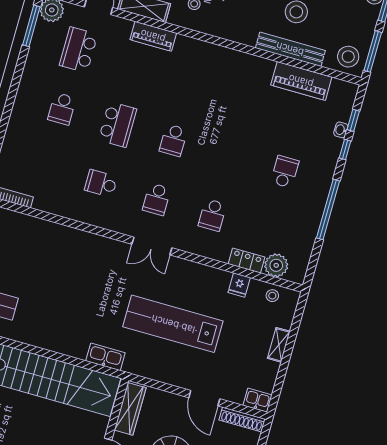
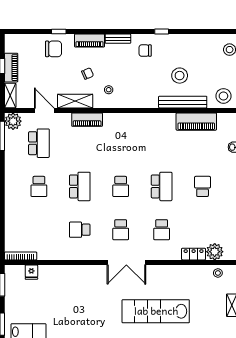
school desk: (79, 50) -> (39, 143), turned 180
school desk: (229, 156) -> (162, 186), added
double door: (152, 246) -> (126, 262), width x1.37
fridge: (239, 285) -> (31, 272), moved

